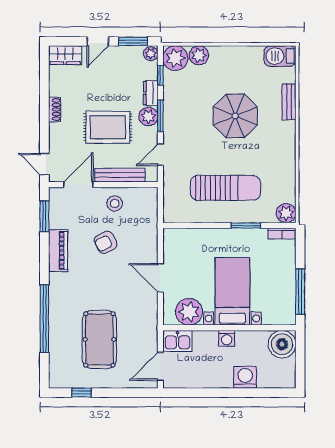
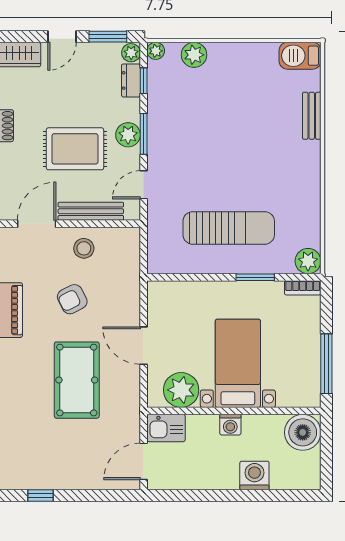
plant: (175, 58) -> (156, 51), width x0.53, depth x0.53
dresser: (151, 93) -> (131, 80), moved
parasol: (235, 116) -> (241, 134), removed
pool table: (99, 339) -> (77, 380), moved

